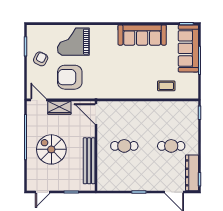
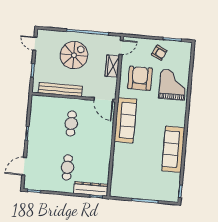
sofa: (188, 48) -> (125, 120), moved, turned 90
coffee table: (166, 86) -> (124, 168), removed
door: (96, 114) -> (103, 100), swing flipped
dresser: (192, 173) -> (91, 189), moved

